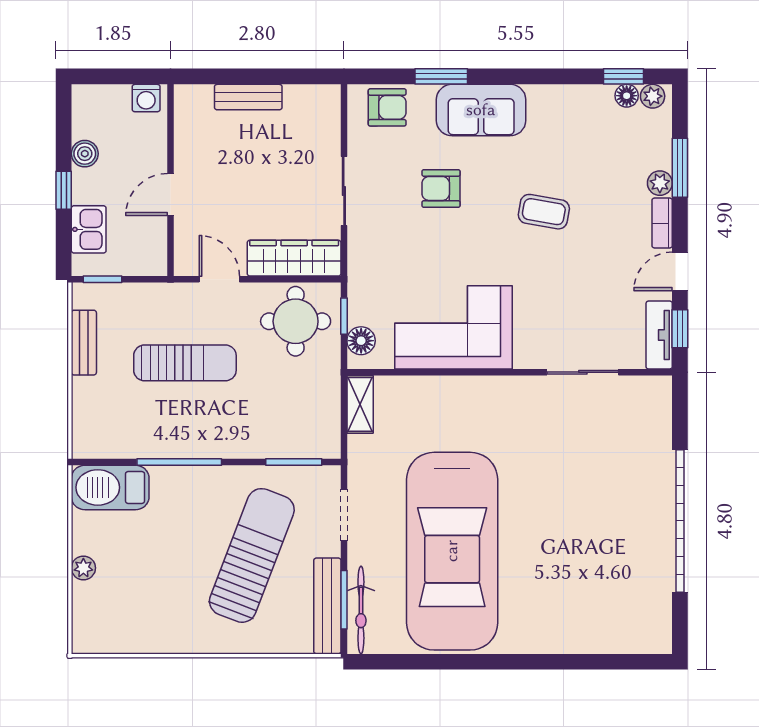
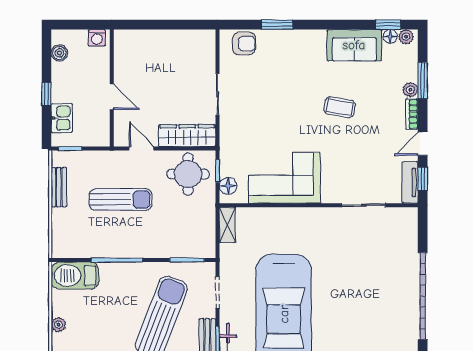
bench: (248, 97) -> (159, 37), removed
sofa: (481, 110) -> (354, 45), moved
boiler: (85, 154) -> (59, 53), moved
armchair: (441, 188) -> (277, 93), removed
door: (171, 195) -> (112, 97), swing flipped

